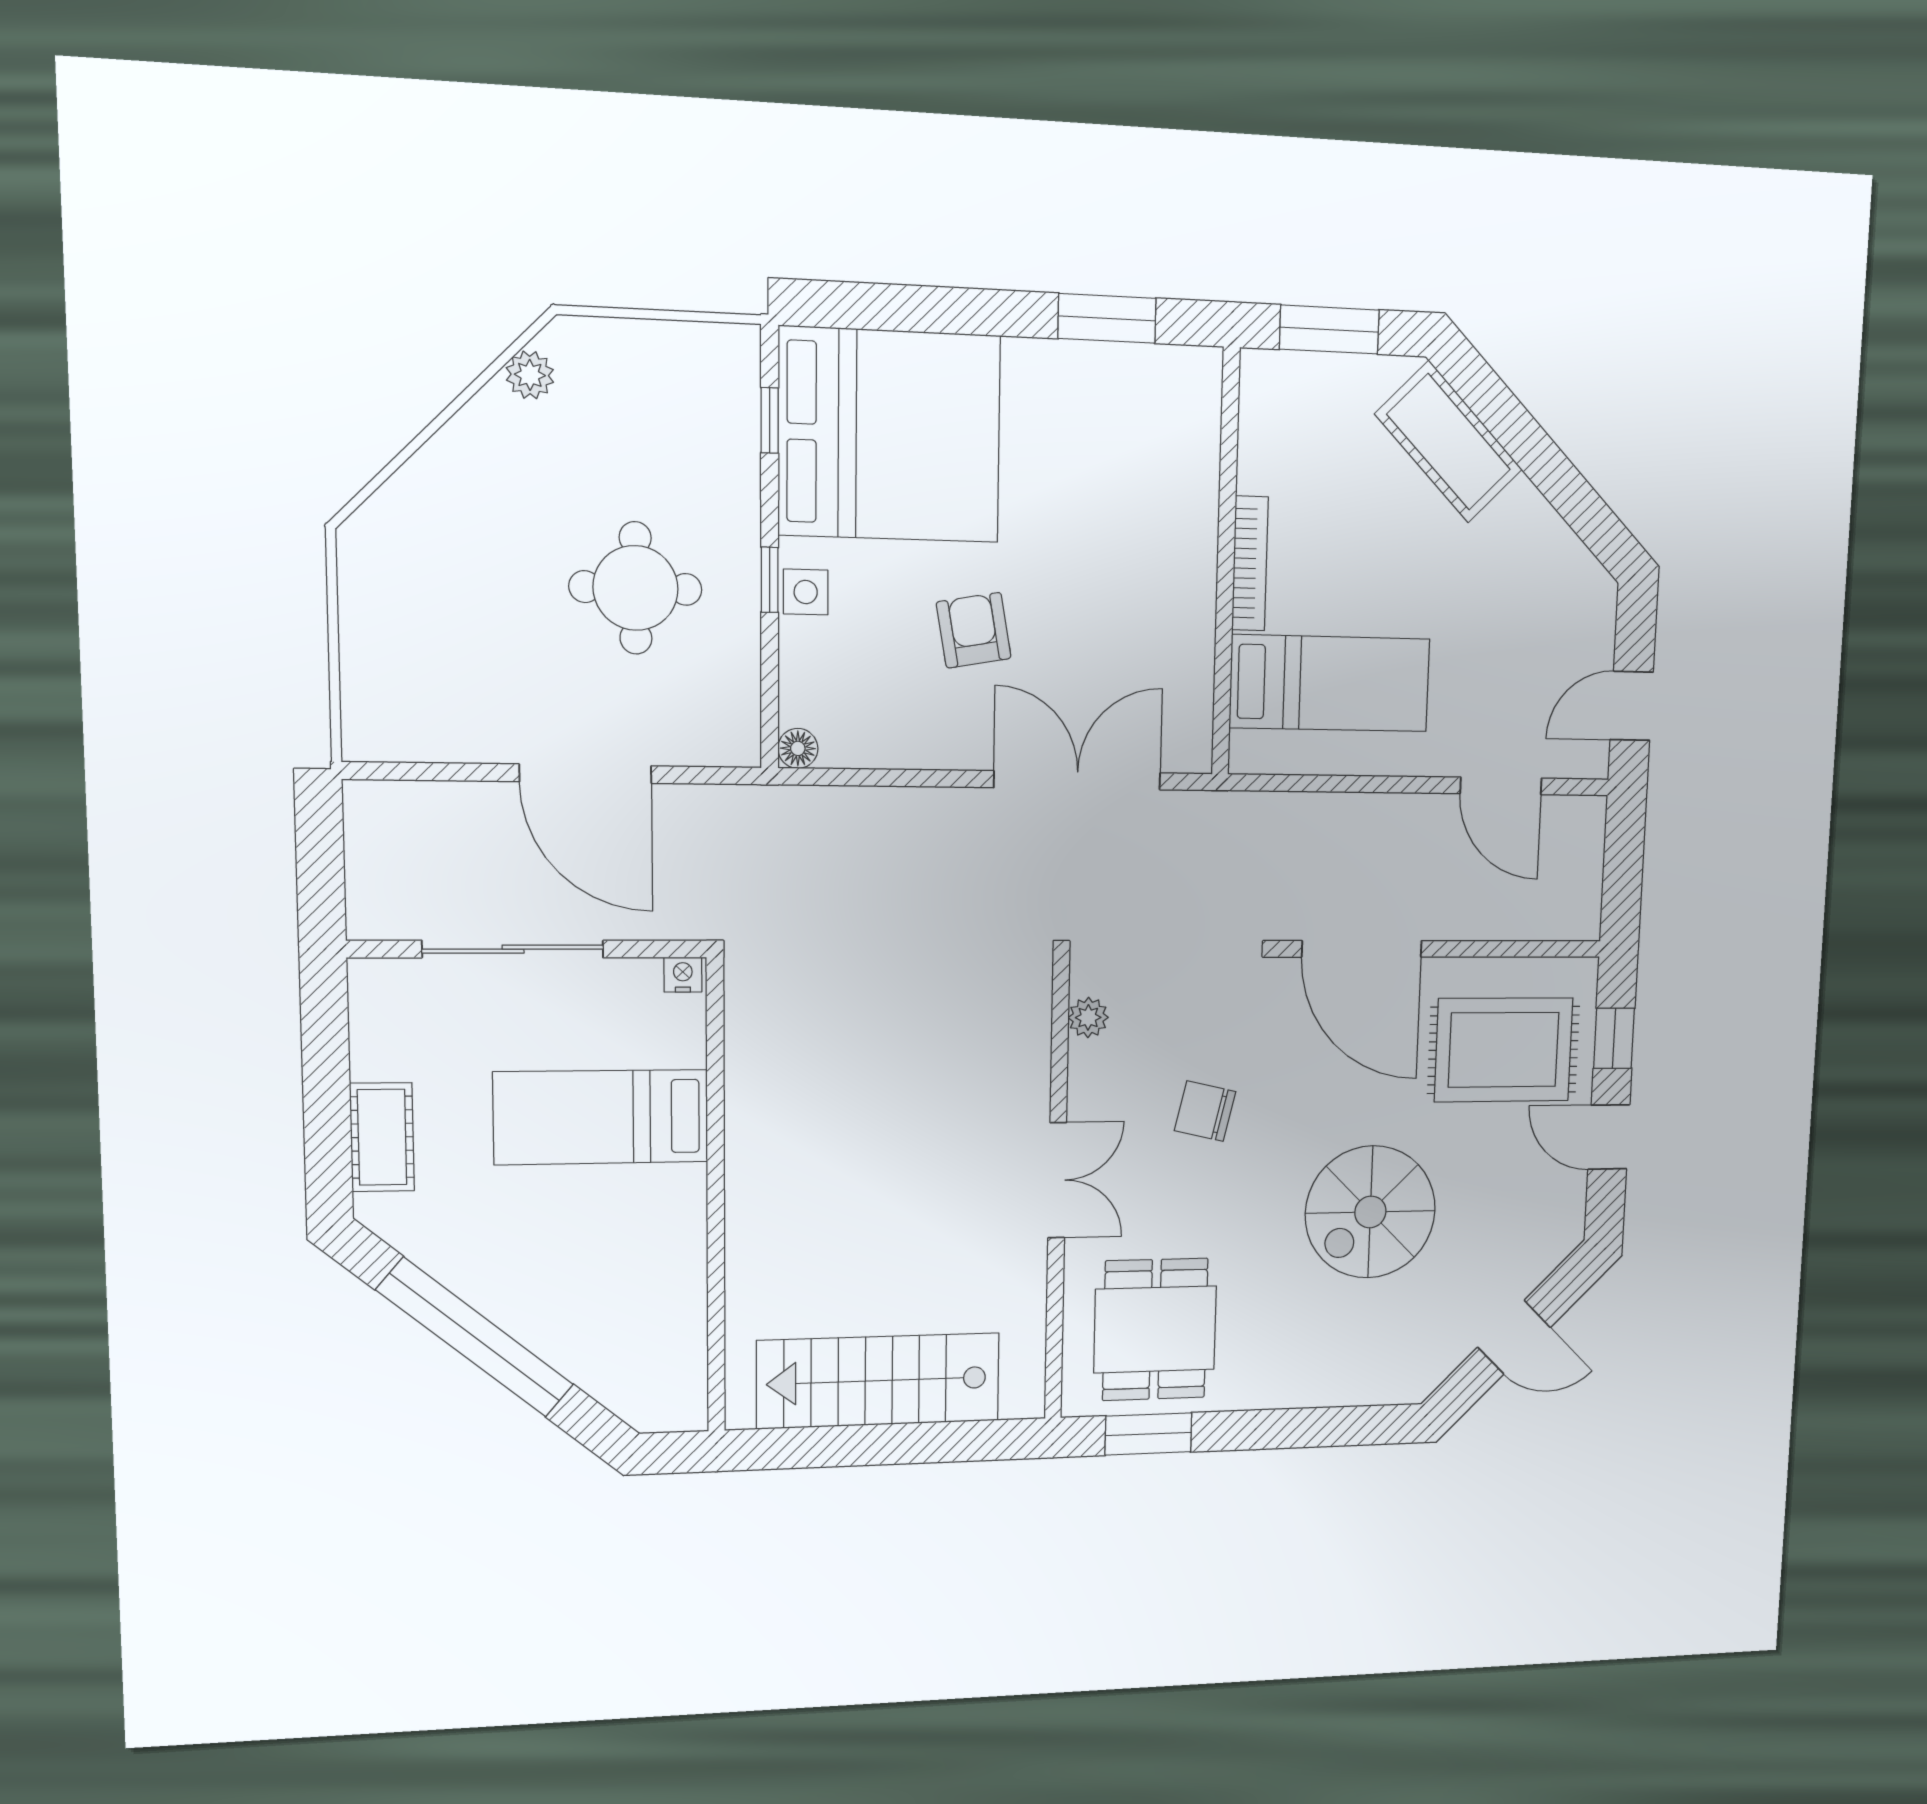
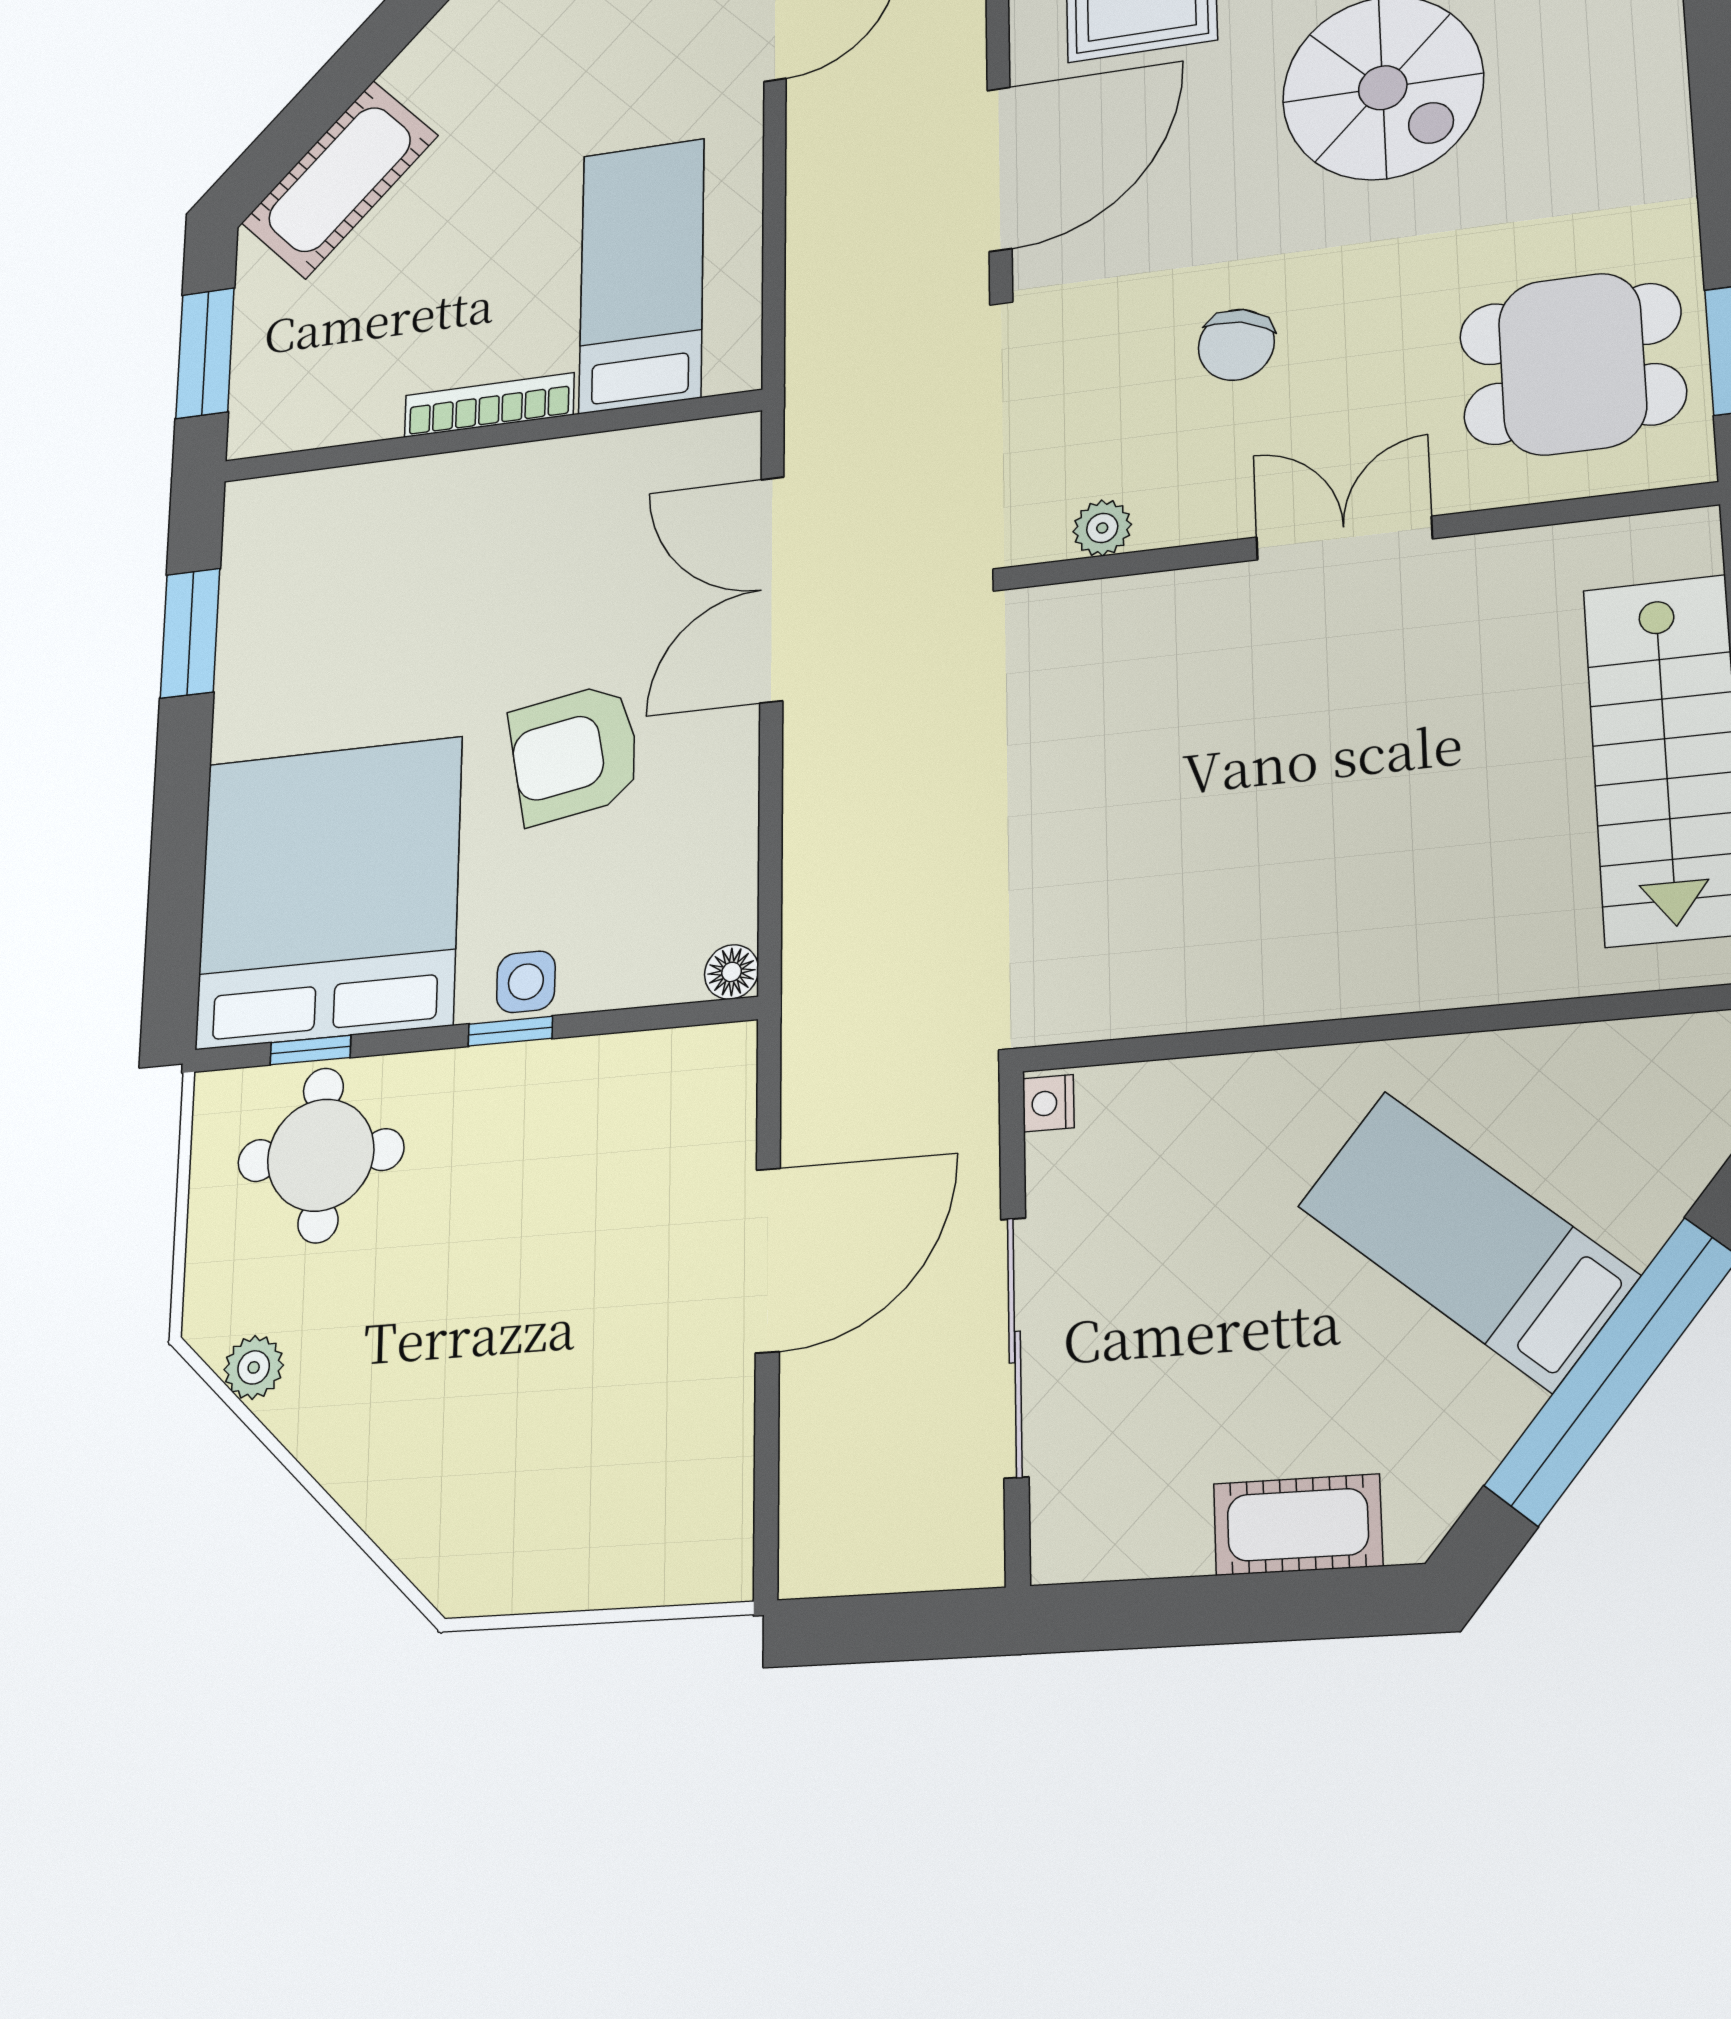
round table: (636, 588) -> (321, 1155), moved
armchair: (974, 630) -> (575, 753), width x1.38, depth x1.38
bed: (601, 1117) -> (1467, 1240), moved, turned 130

